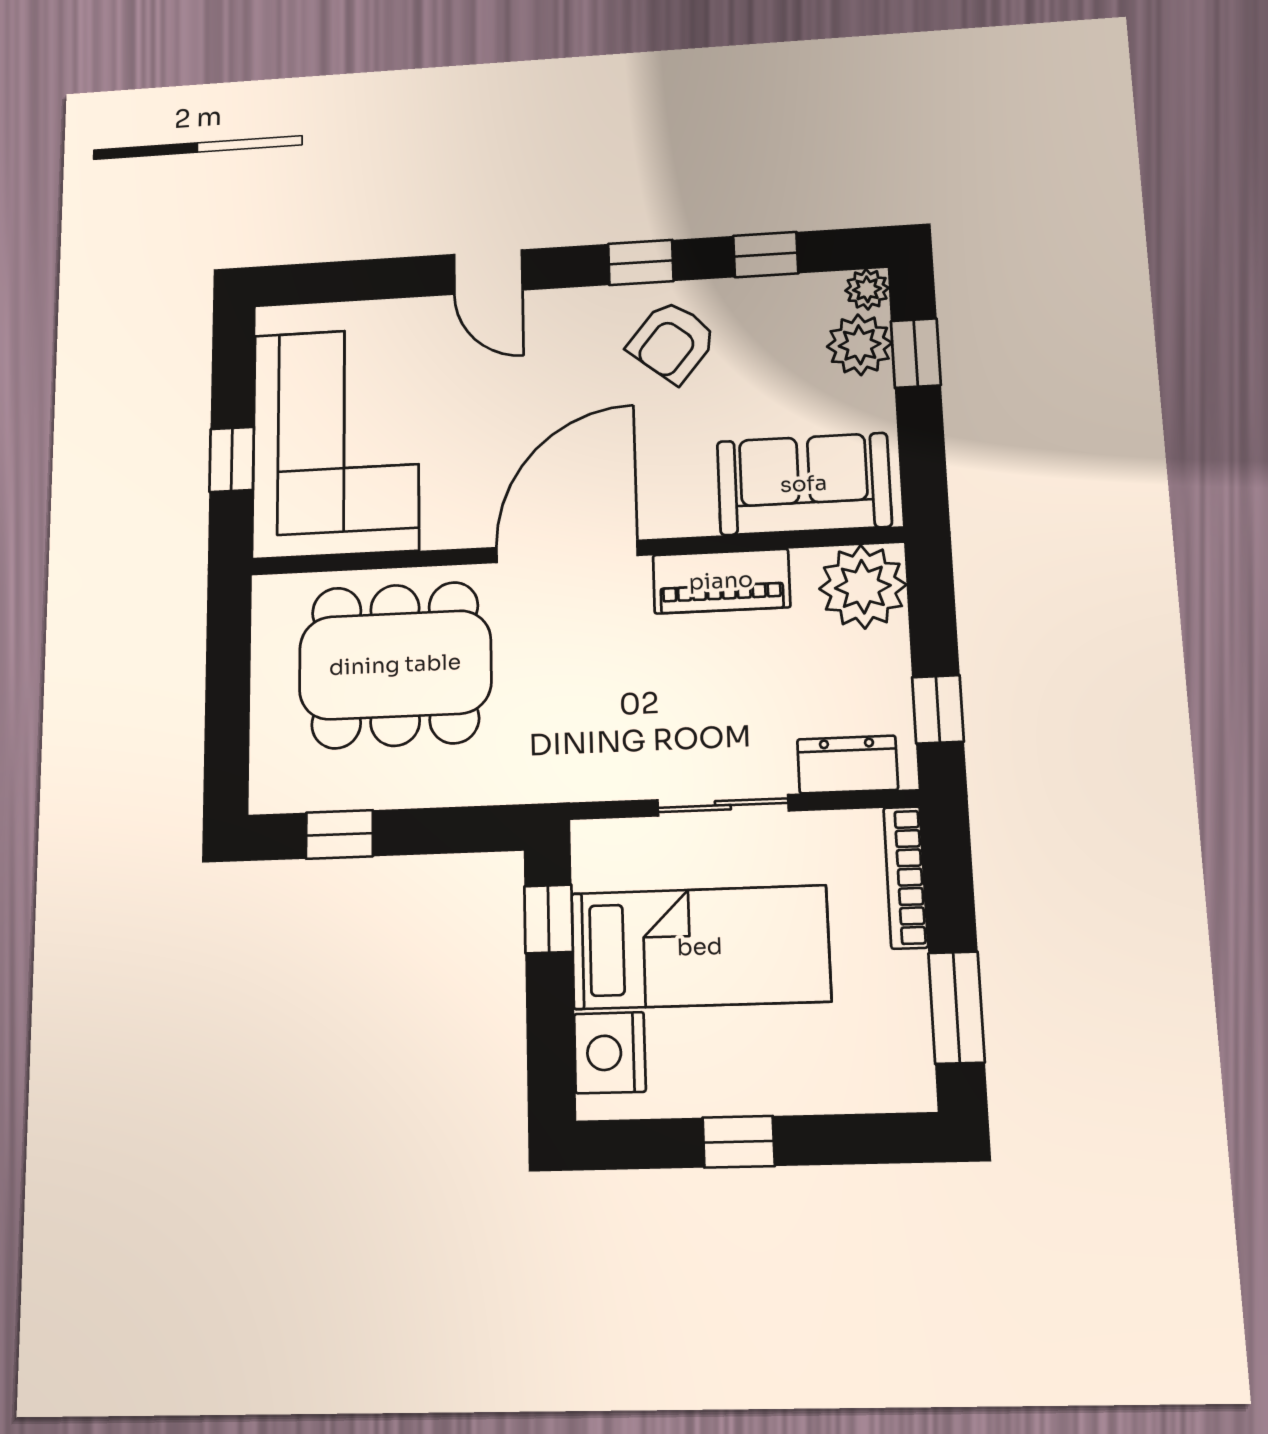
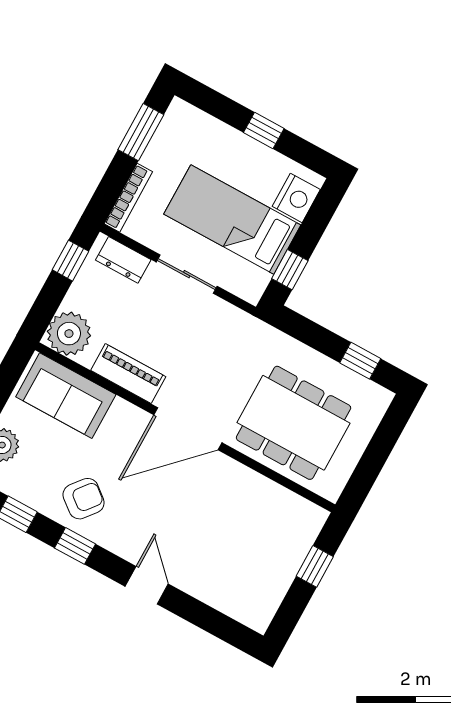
corner sofa: (336, 442) -> (262, 545), removed

